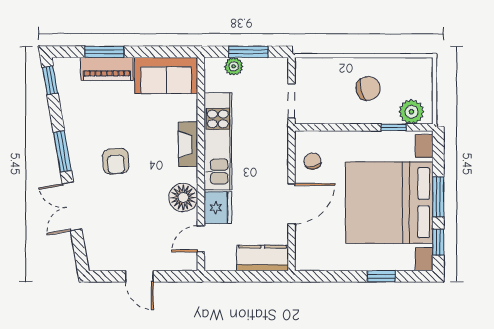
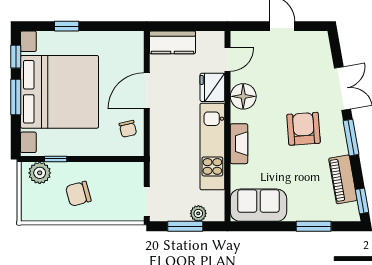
piano: (107, 69) -> (343, 179), moved, turned -100
doorway: (292, 101) -> (147, 201), moved
armchair: (116, 161) -> (304, 129), width x1.38, depth x1.38

